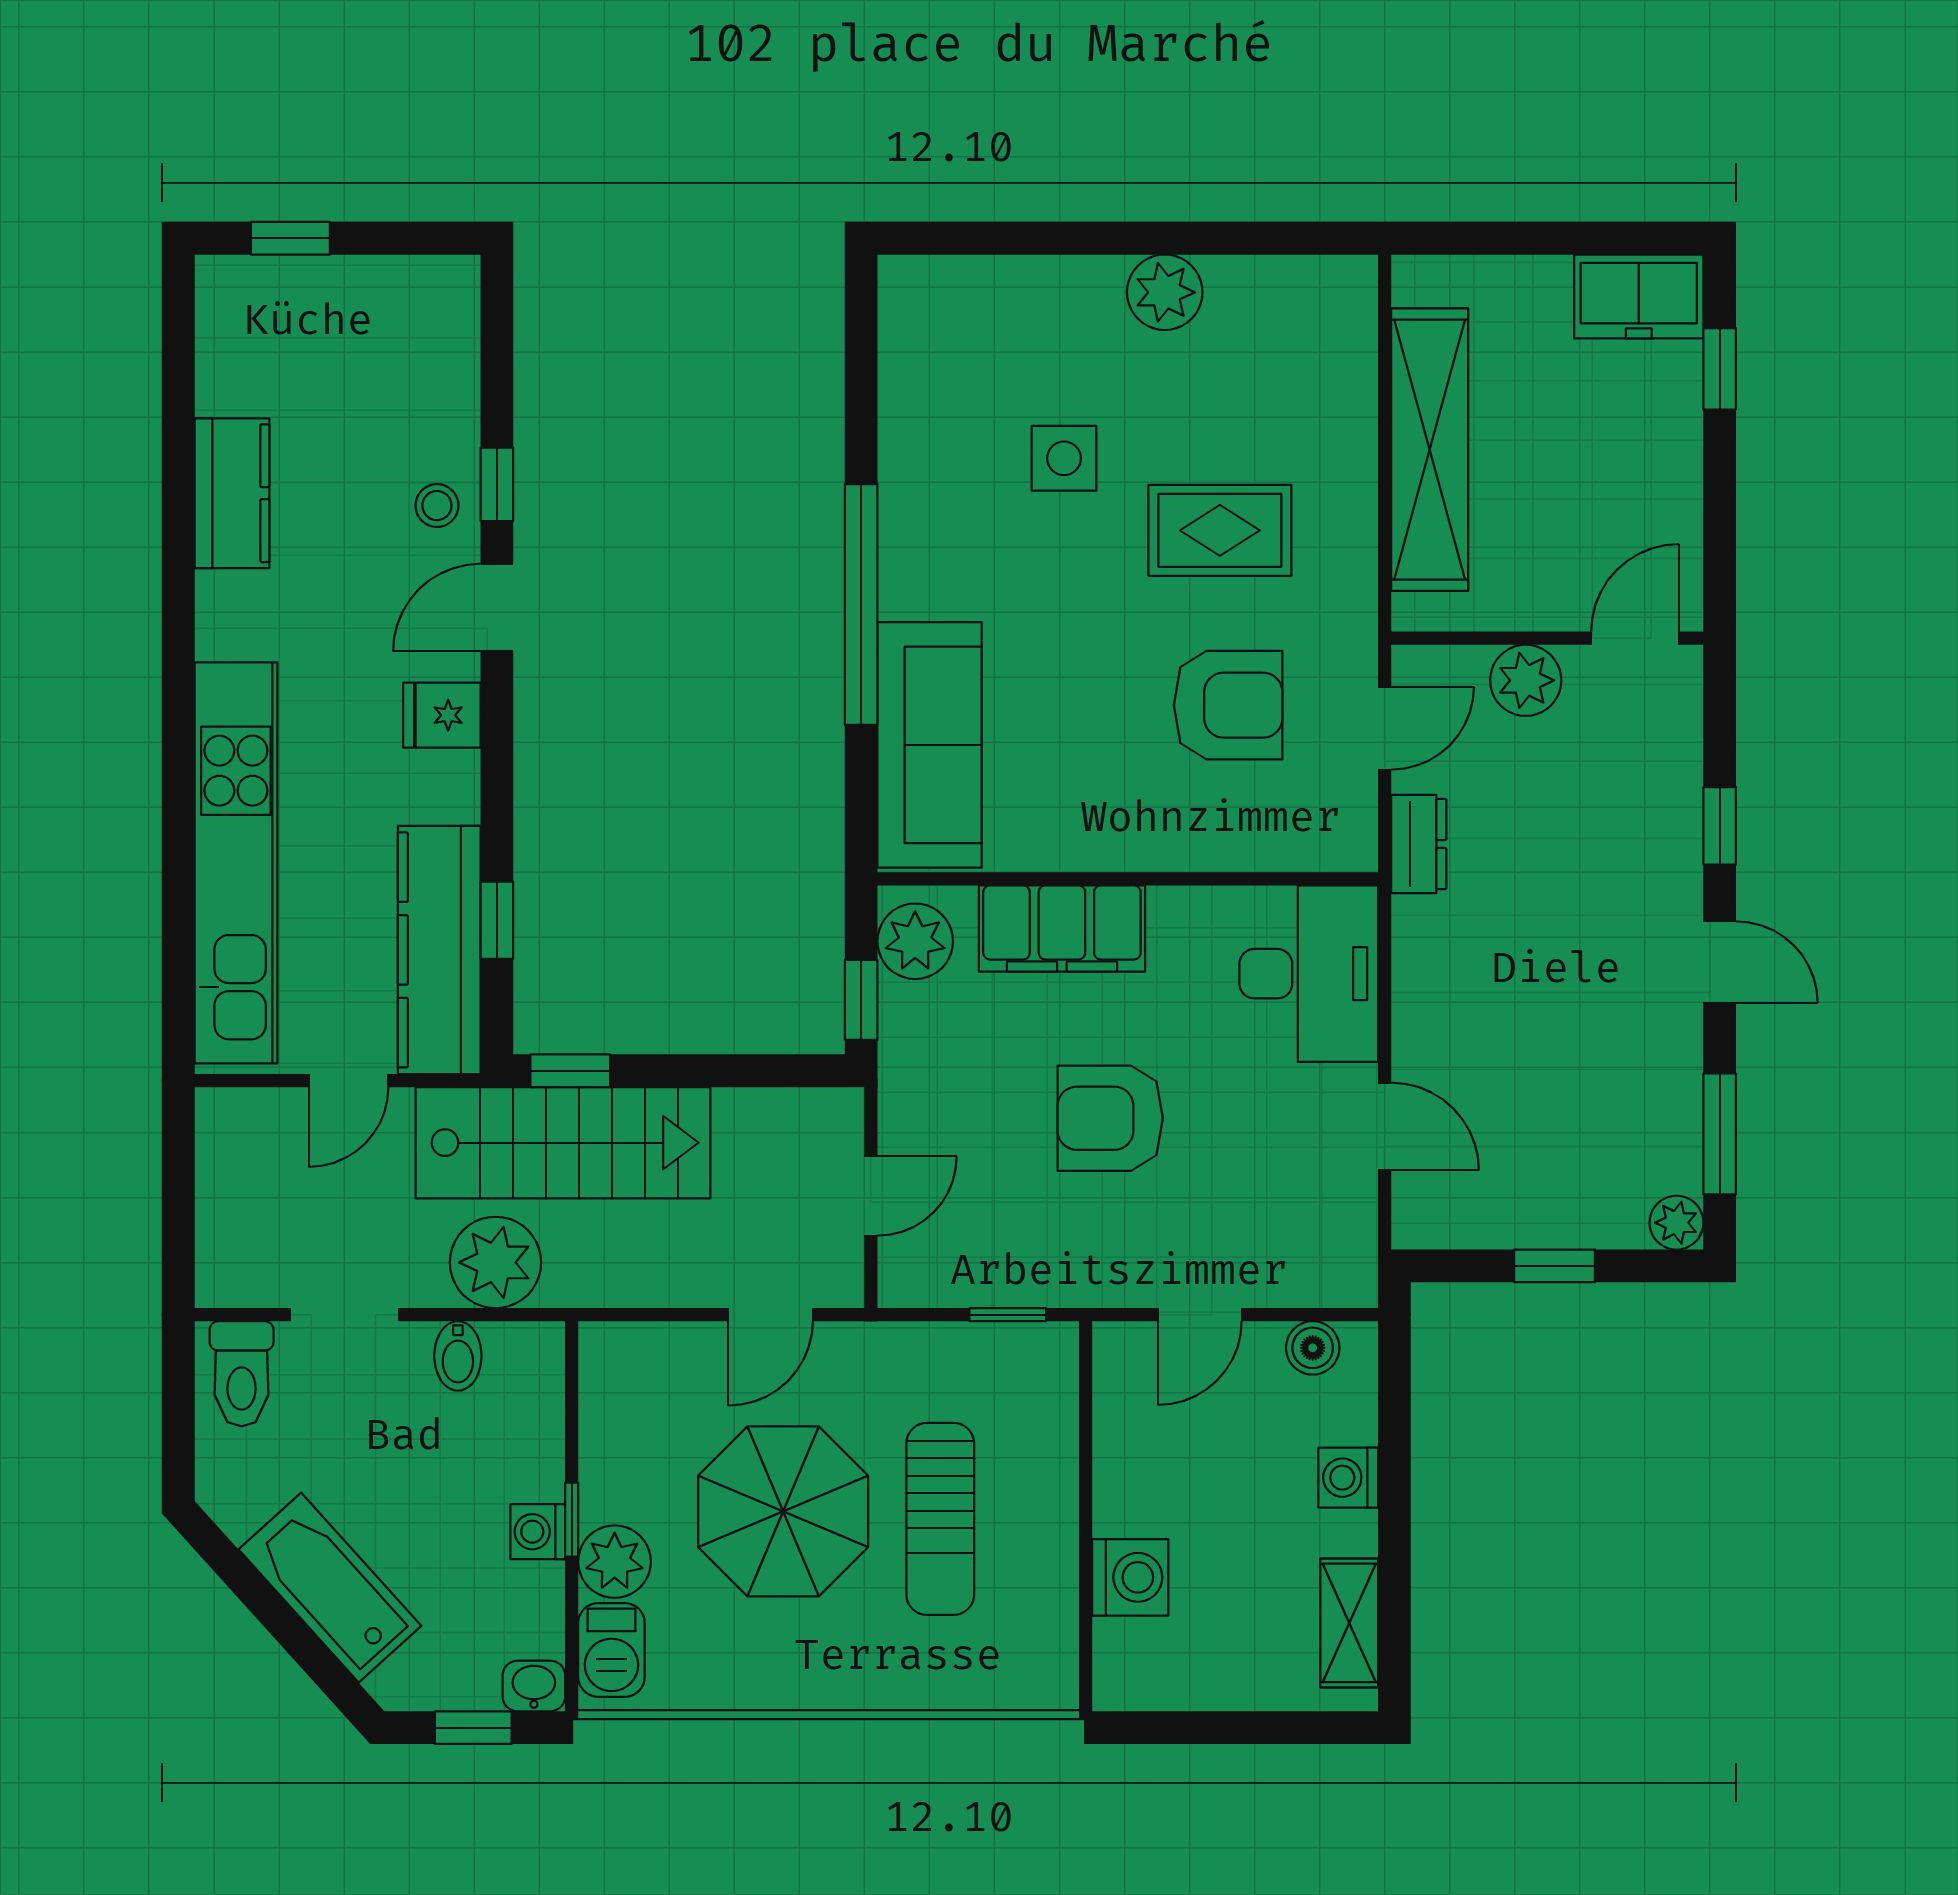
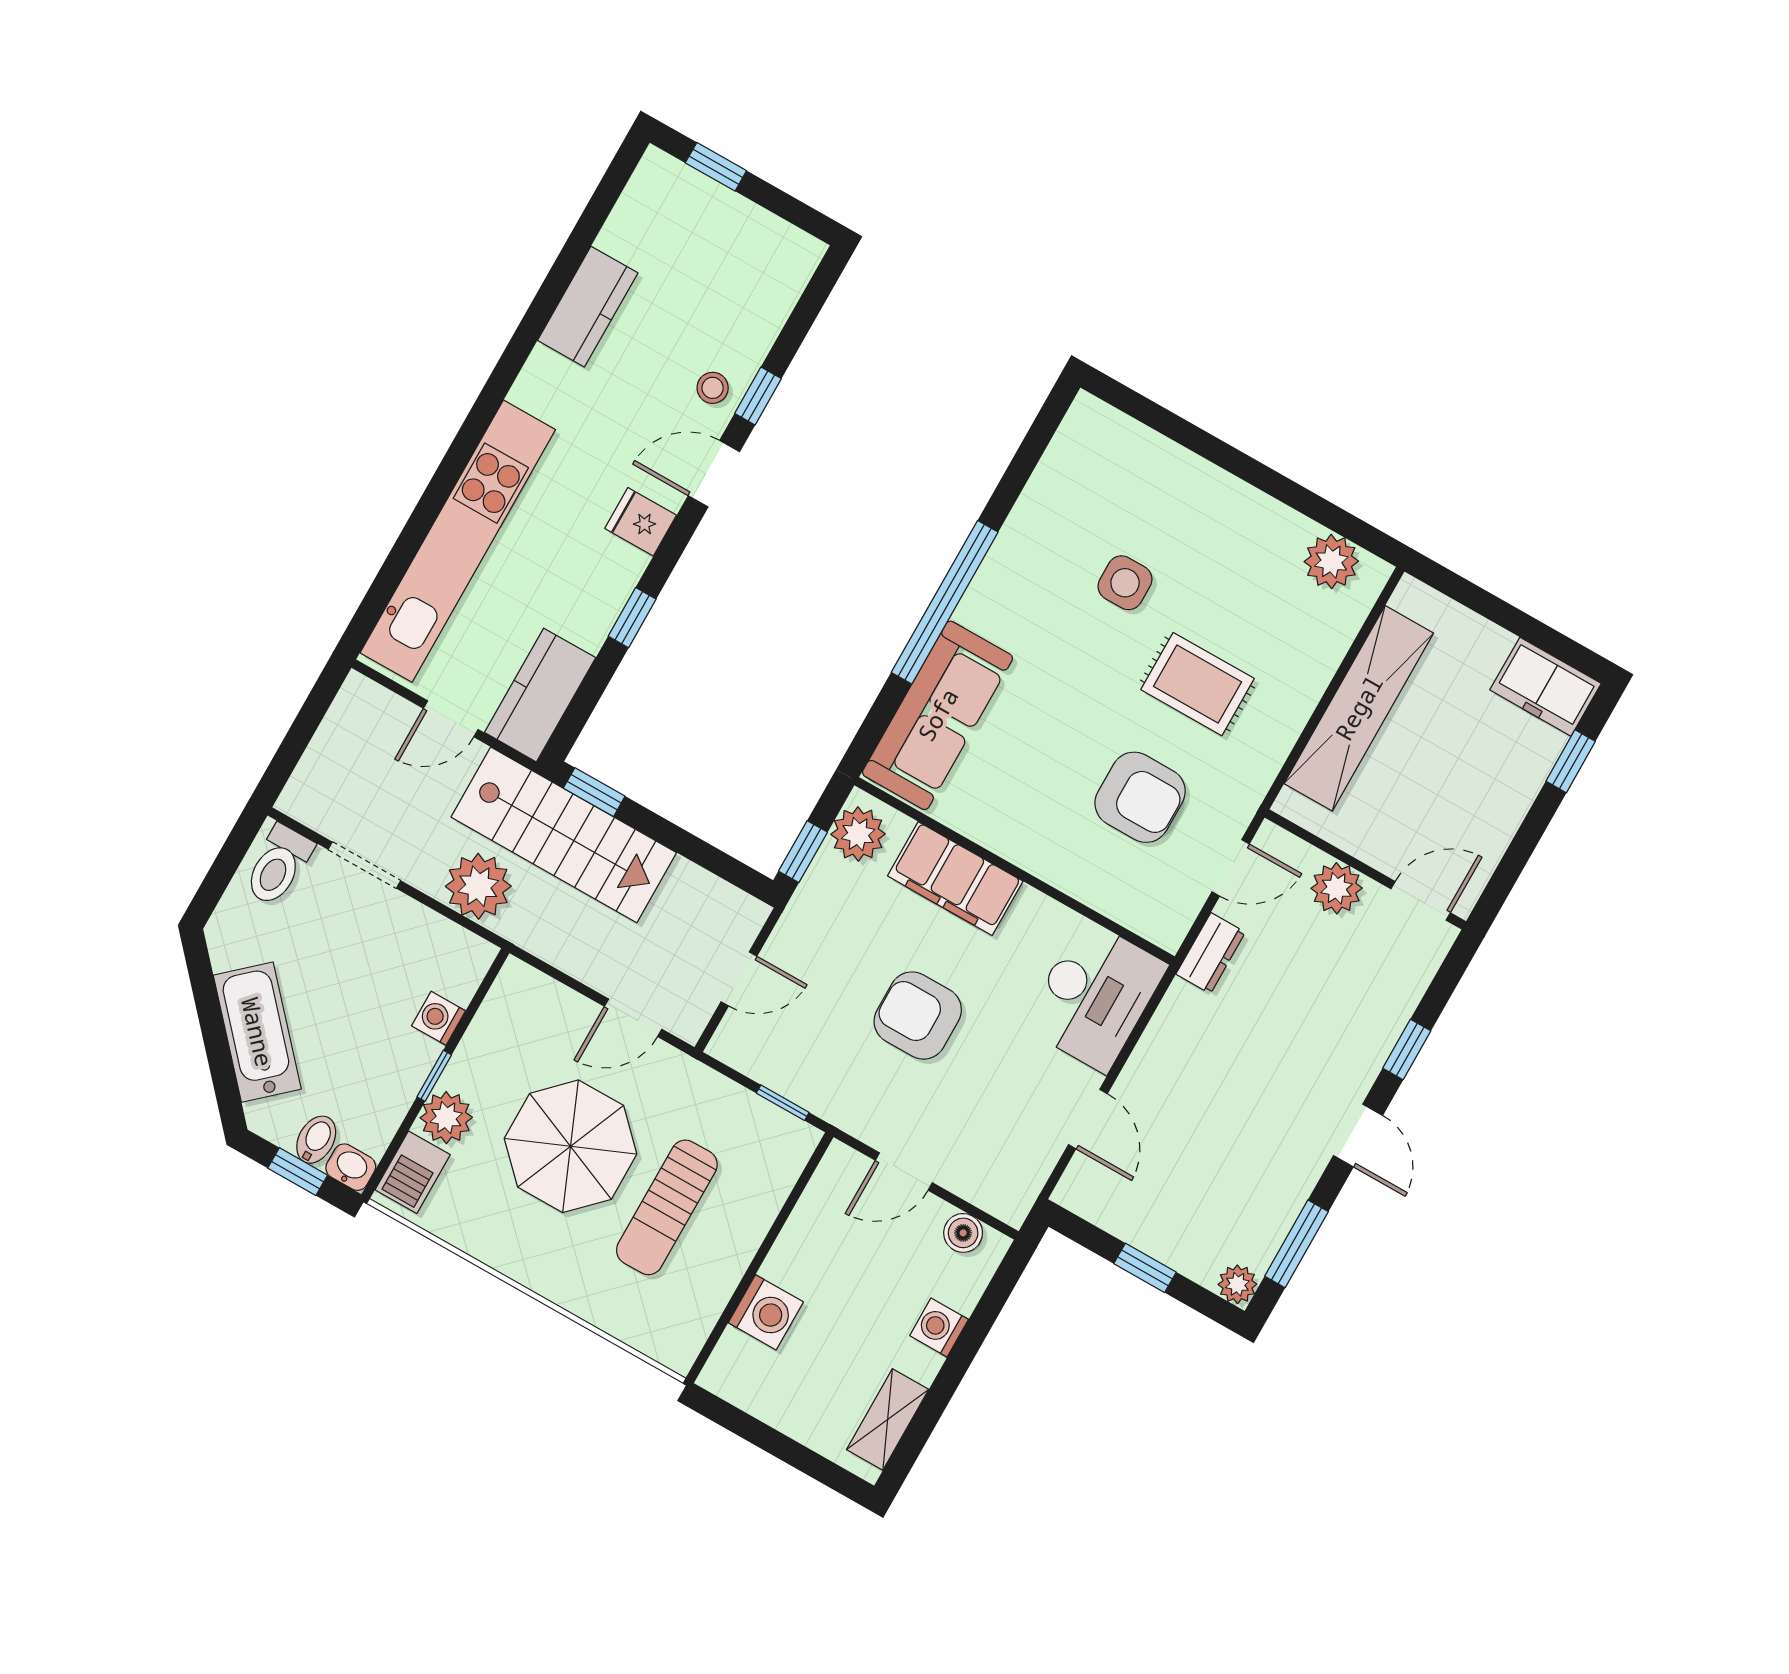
plant: (1165, 292) -> (1331, 561), moved
window: (497, 920) -> (632, 618), moved
kitchen counter: (439, 950) -> (540, 695), width x0.67
bidet: (458, 1356) -> (316, 1140), moved, turned 180
washing machine: (538, 1532) -> (439, 1018), moved

